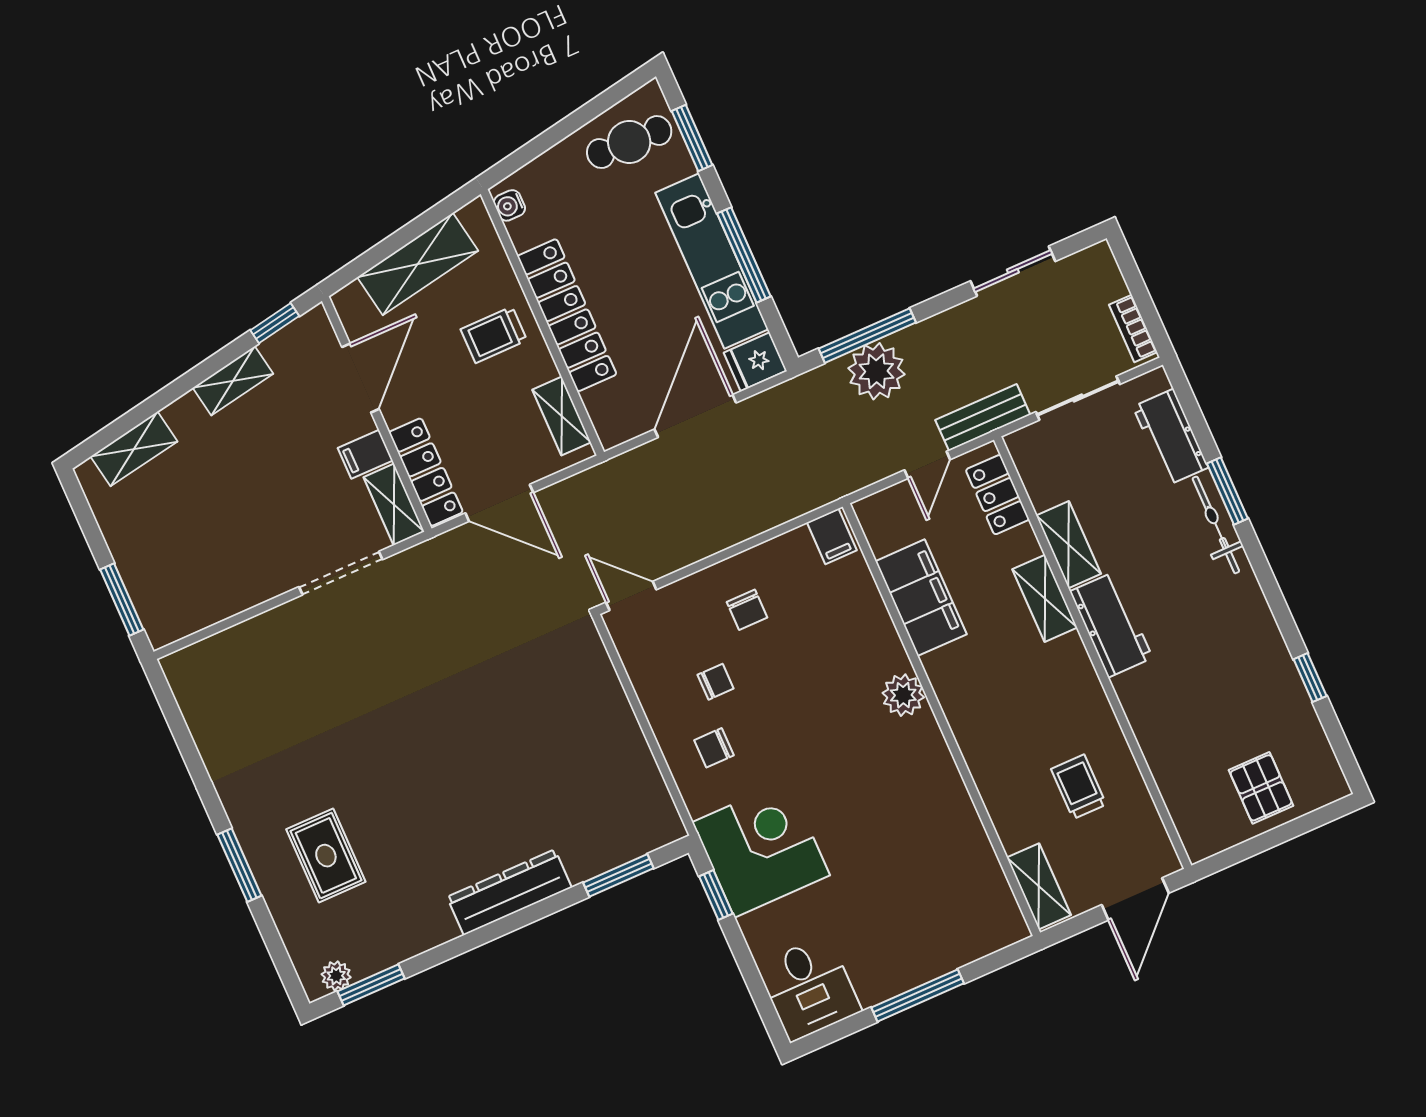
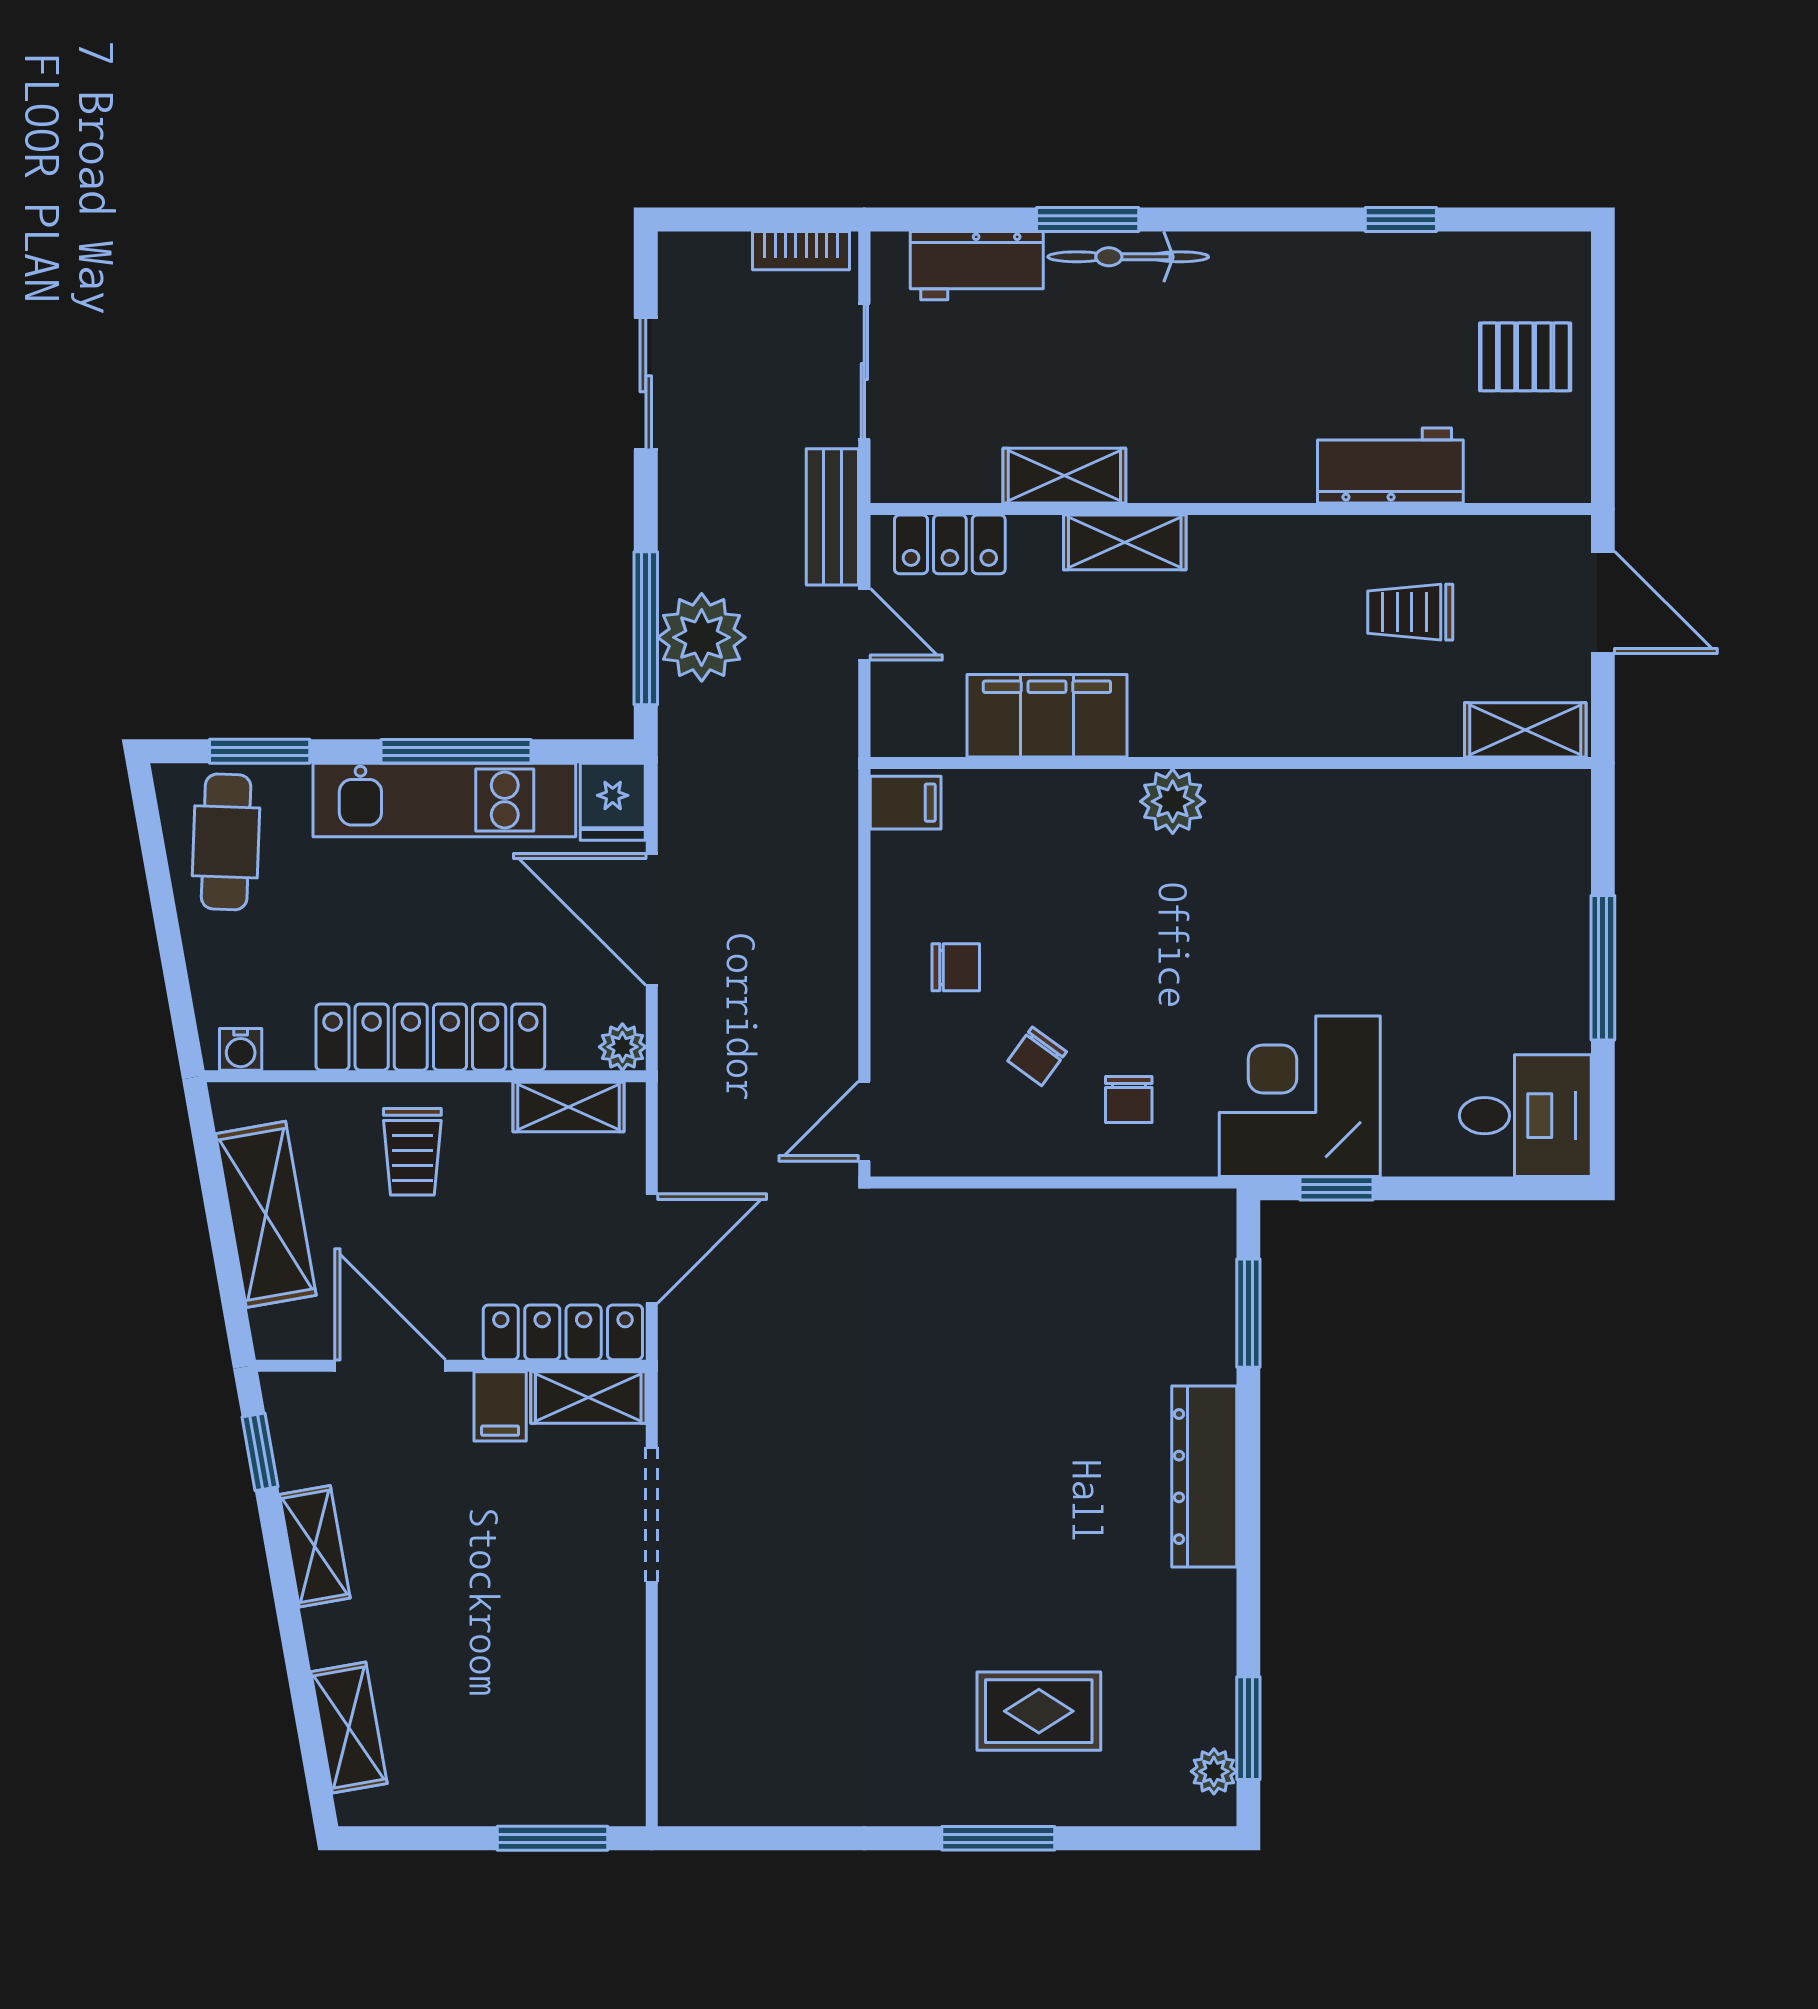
plant: (612, 432) -> (622, 1047), added
workbench: (1111, 625) -> (1390, 465), moved
chair: (716, 682) -> (1037, 1056), turned -144

